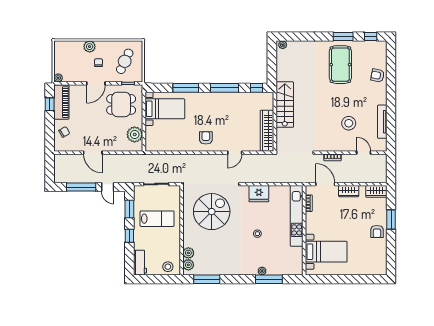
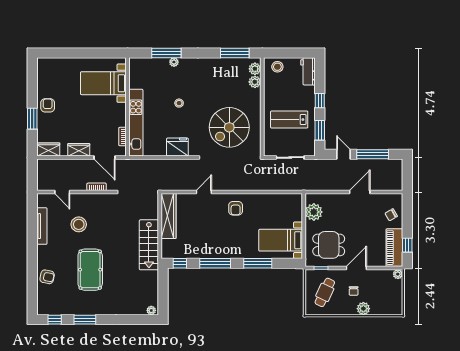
pool table: (340, 65) -> (90, 270), moved
door: (93, 153) -> (360, 192), hinge flipped

